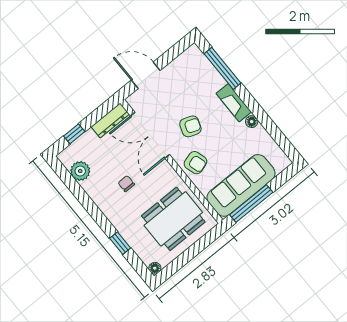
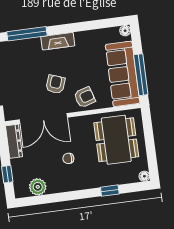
floor lamp: (252, 122) -> (125, 31), moved

